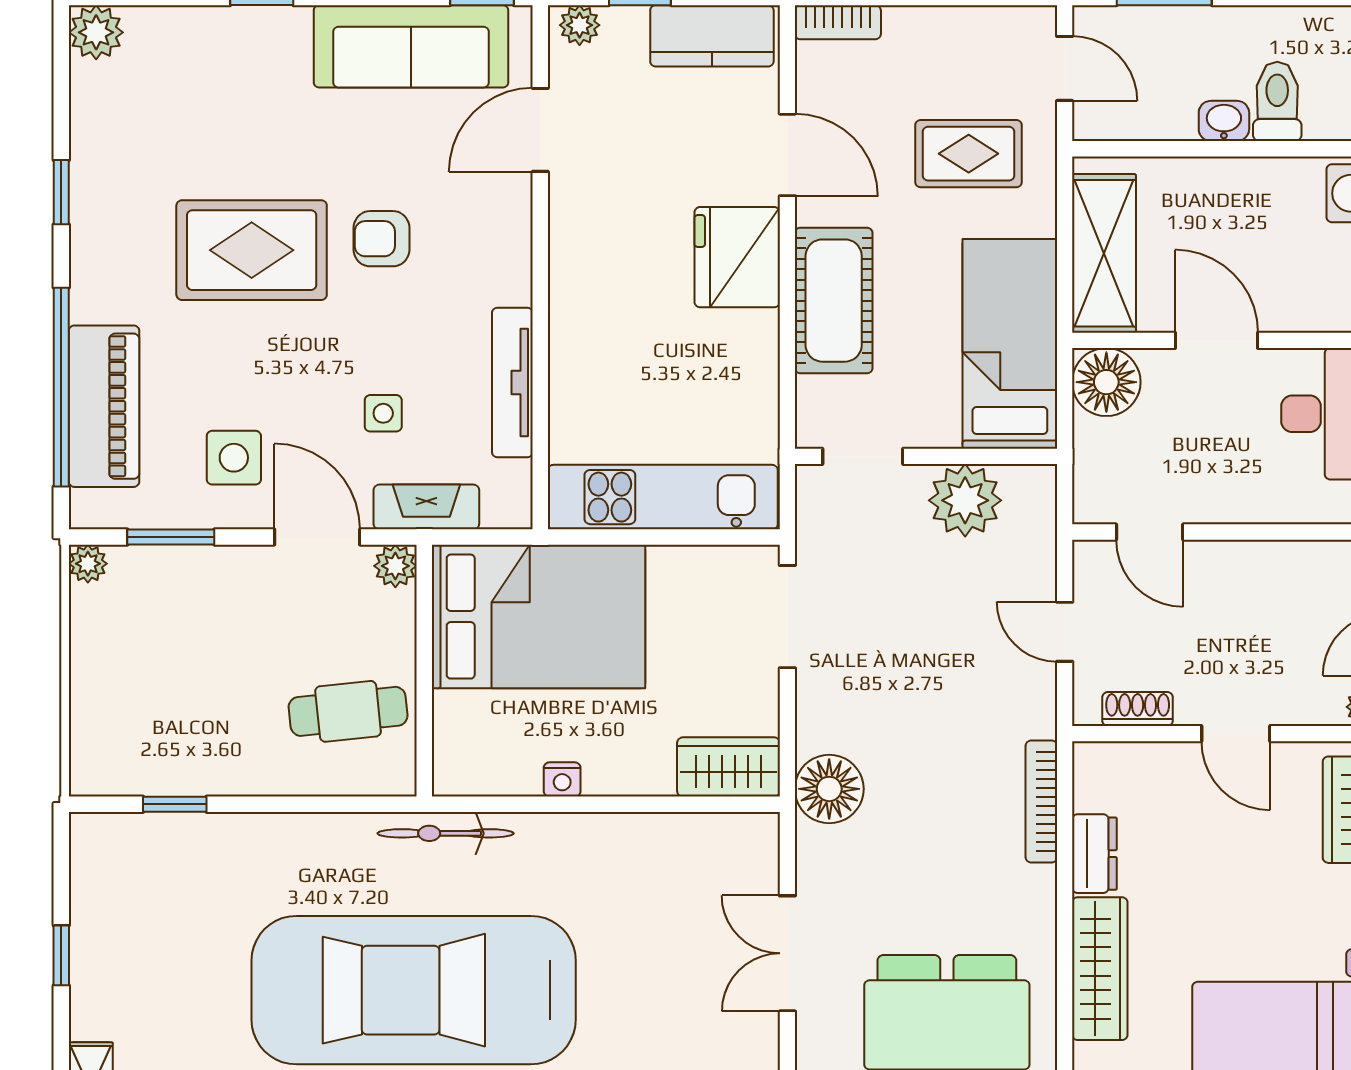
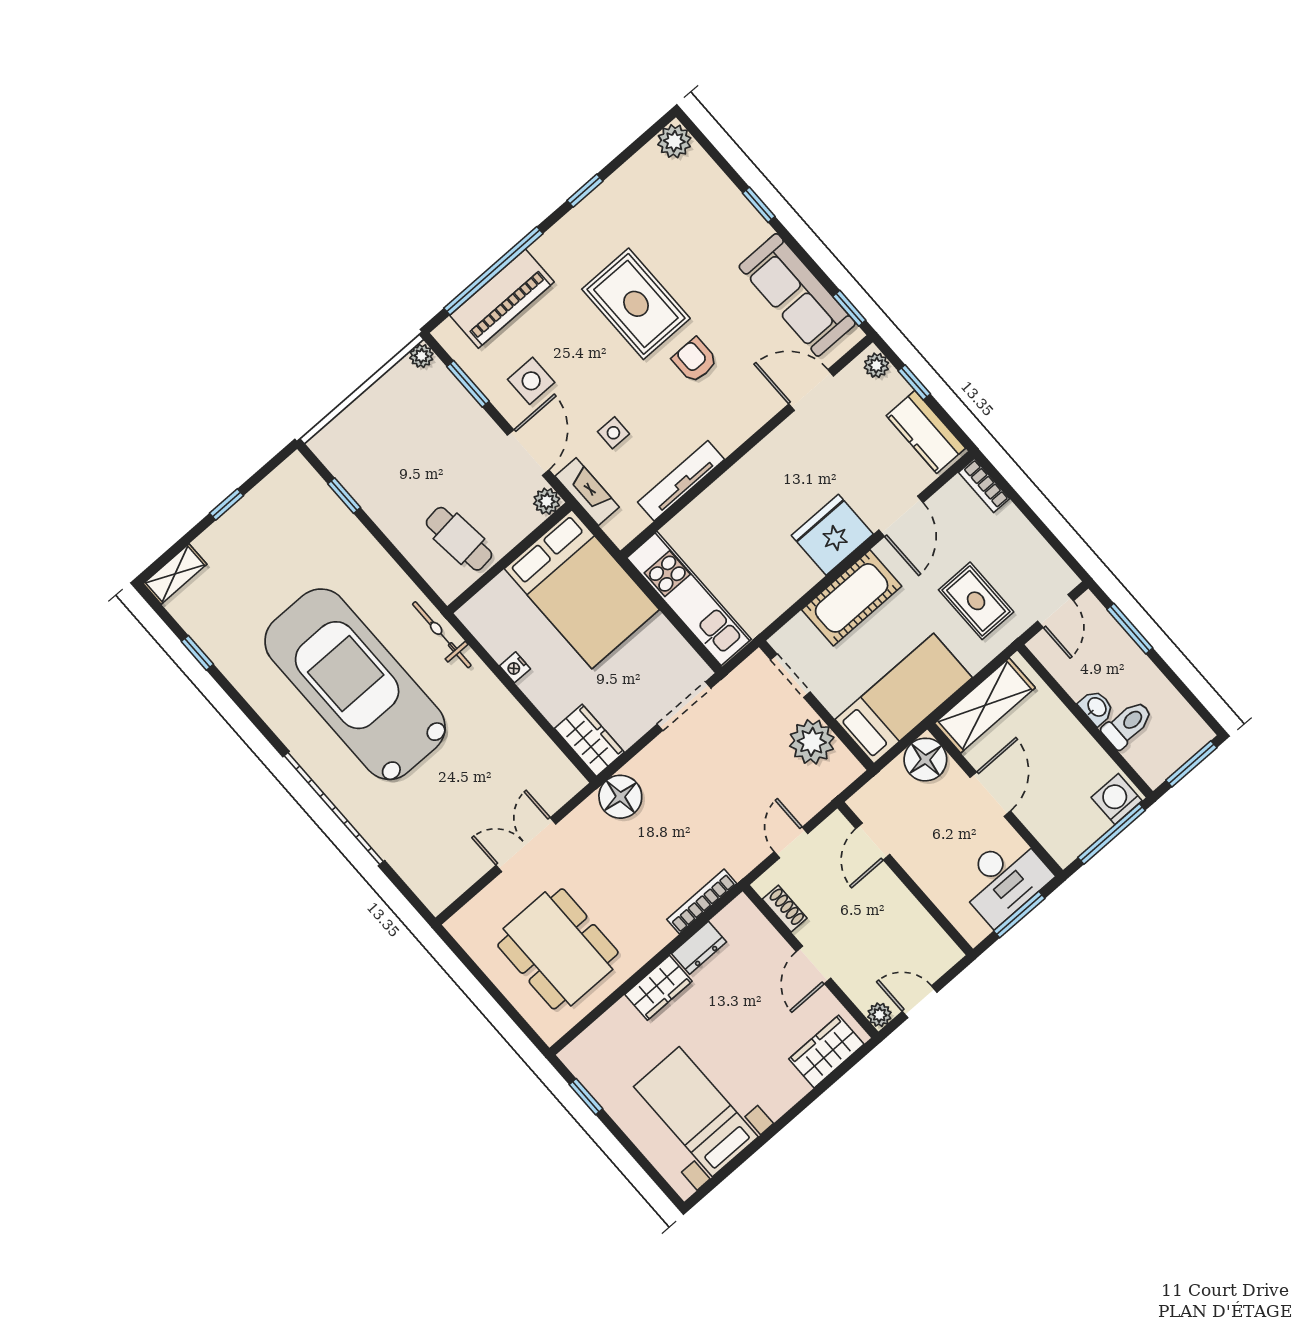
wardrobe: (1100, 969) -> (658, 988), width x0.67

